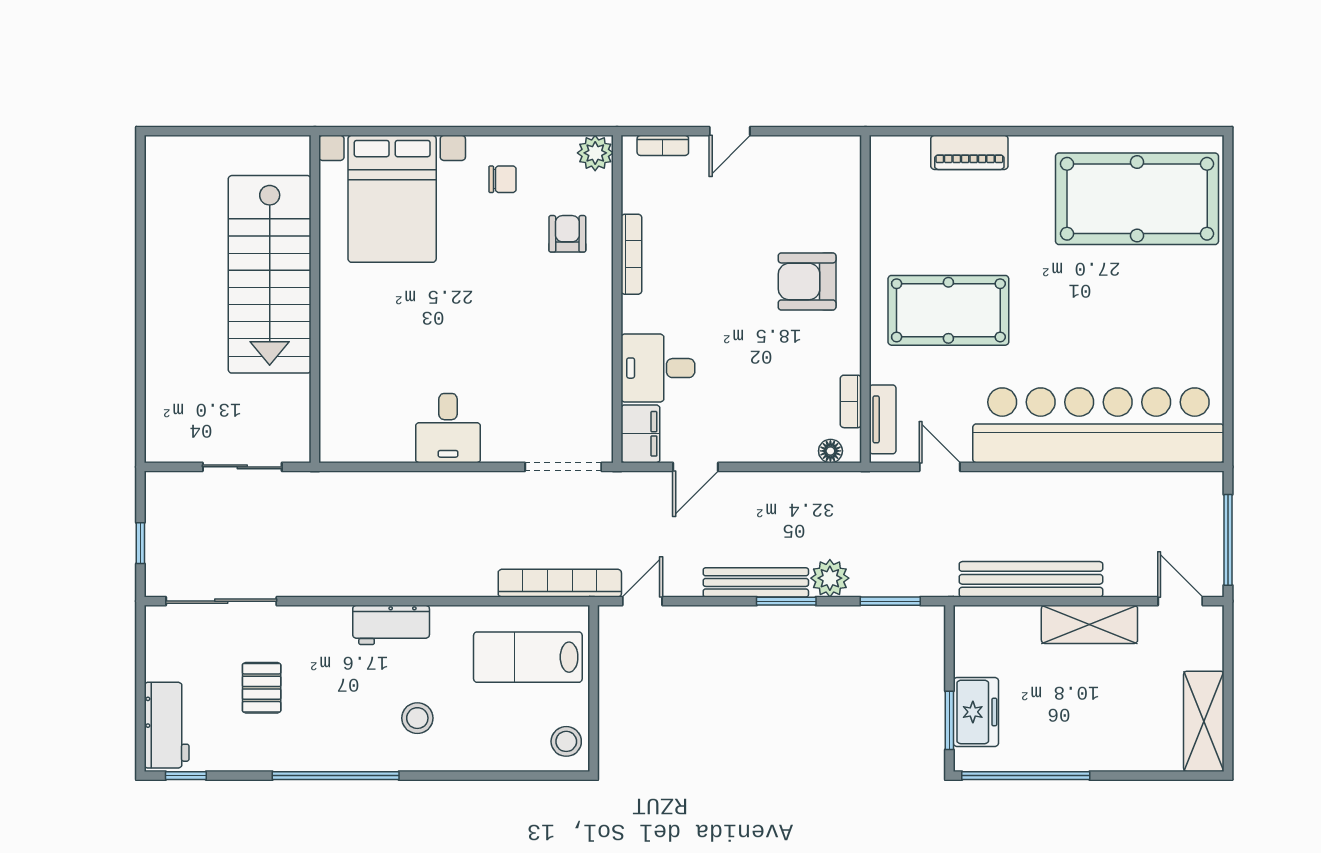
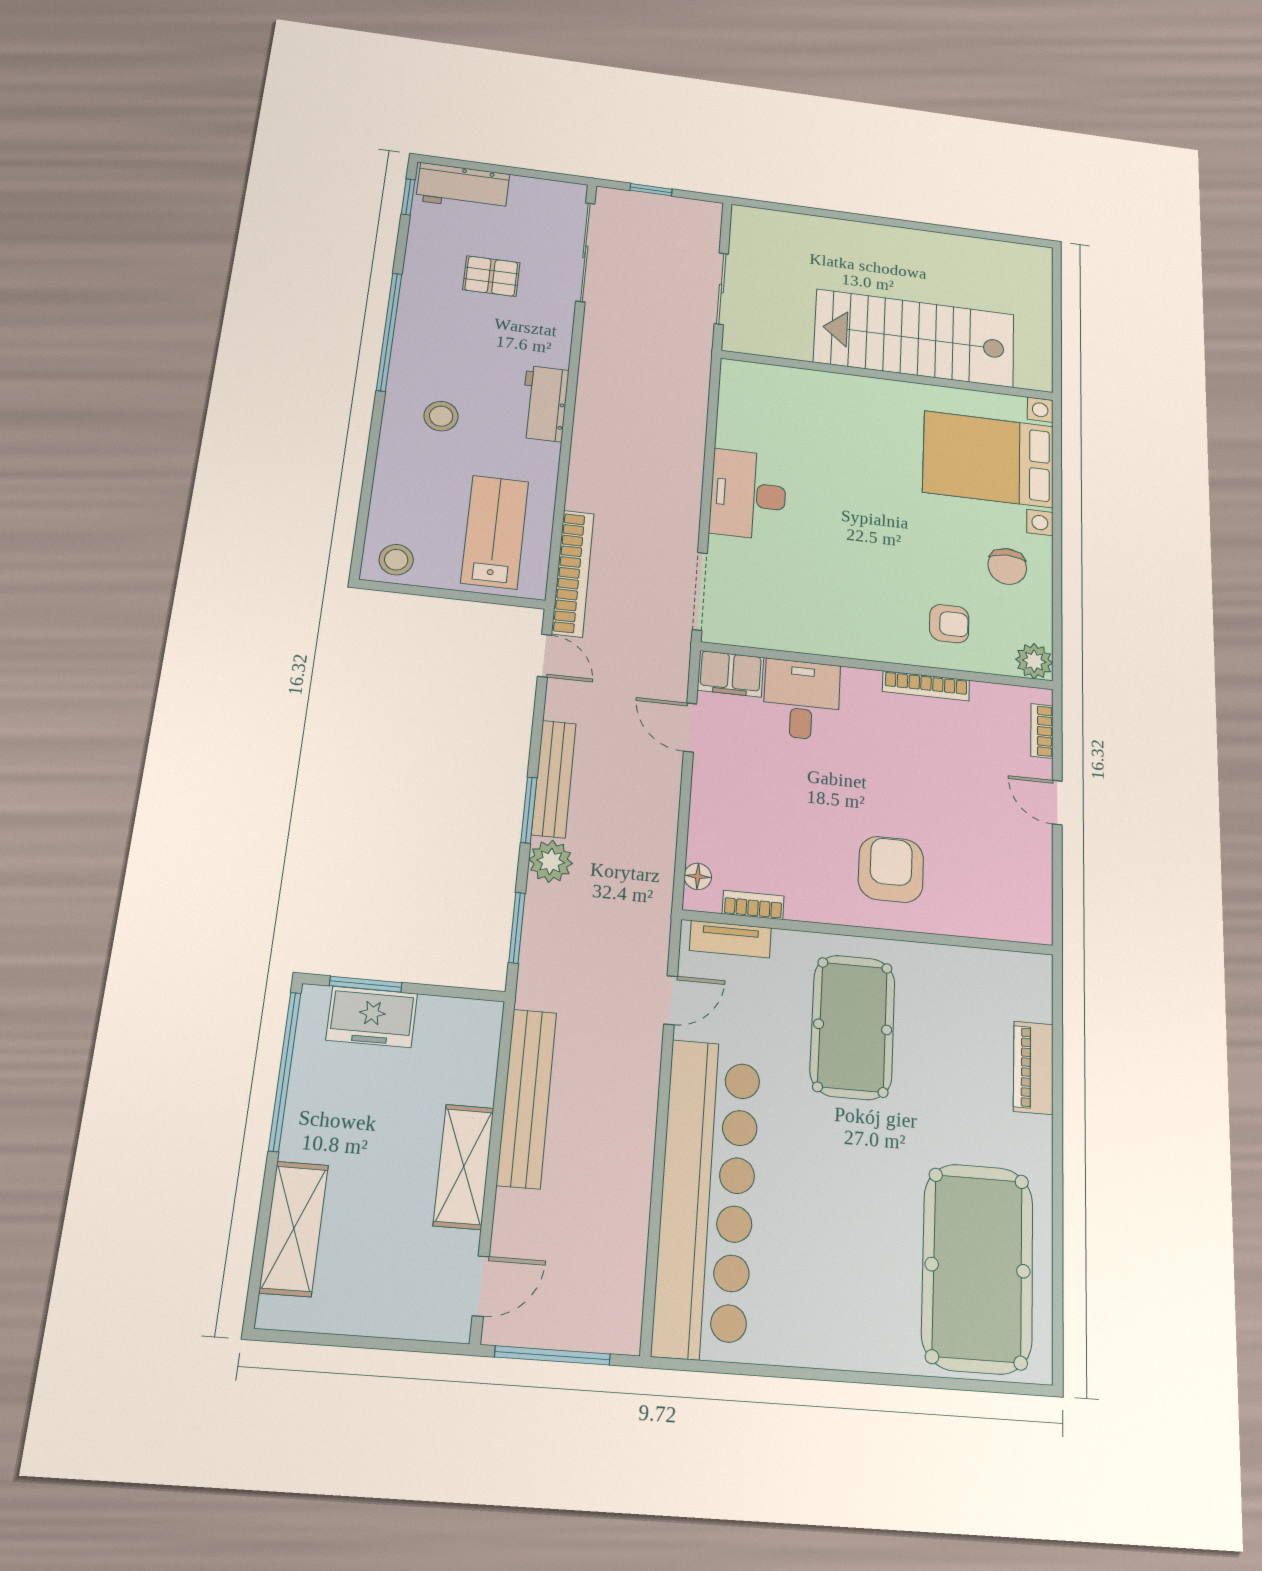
chair: (503, 179) -> (1007, 566), width x1.37, depth x1.37
desk: (448, 428) -> (748, 495), width x1.37
shelving: (1204, 721) -> (294, 1228), moved, turned 90

